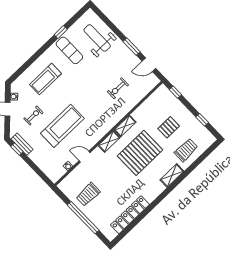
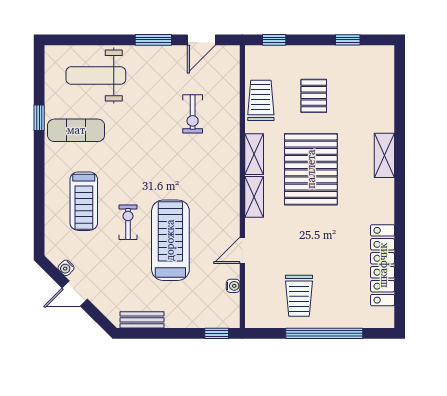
exercise bike: (33, 116) -> (128, 222), moved
window: (17, 149) -> (217, 333), moved
trolley: (186, 150) -> (261, 100), moved

